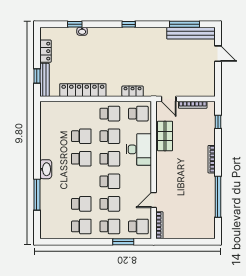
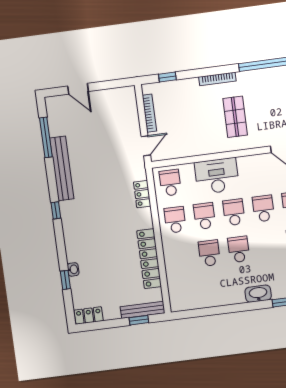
bench: (191, 33) -> (62, 168), moved
locker: (45, 51) -> (89, 315), moved
door: (218, 54) -> (78, 89), swing flipped
shop shelf: (165, 136) -> (235, 117), moved, turned 90

